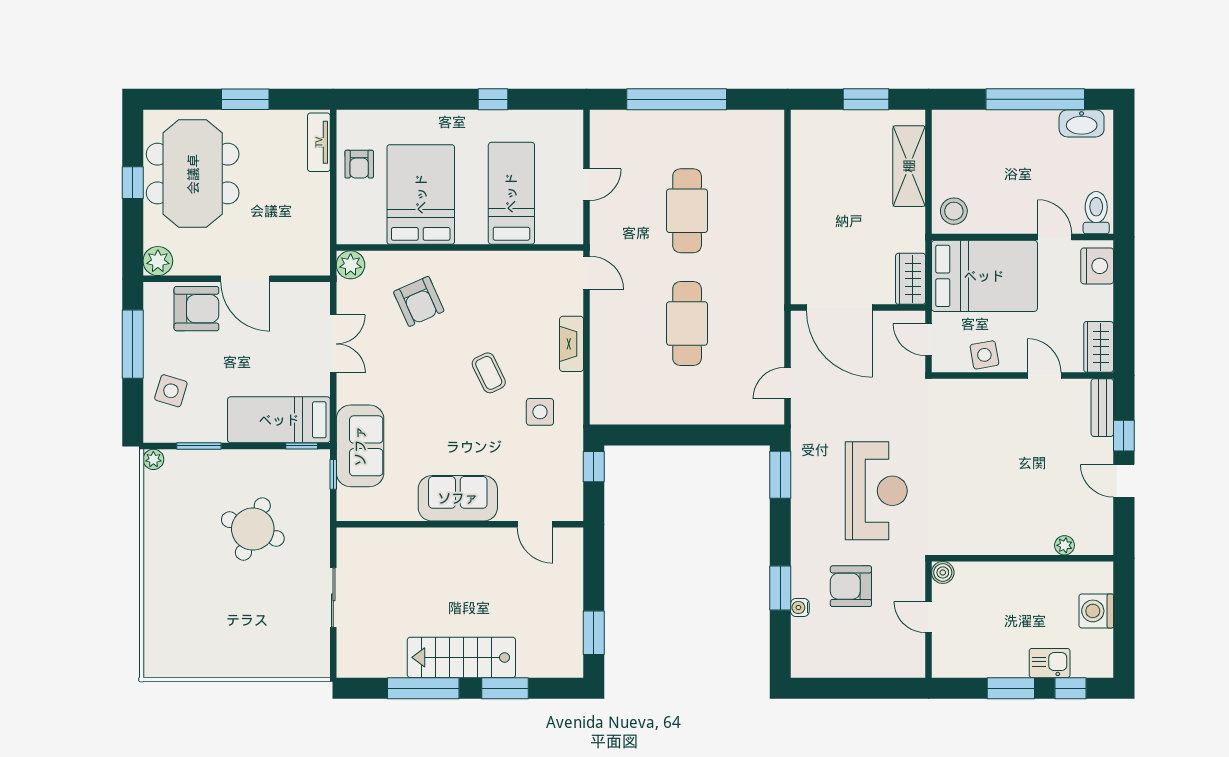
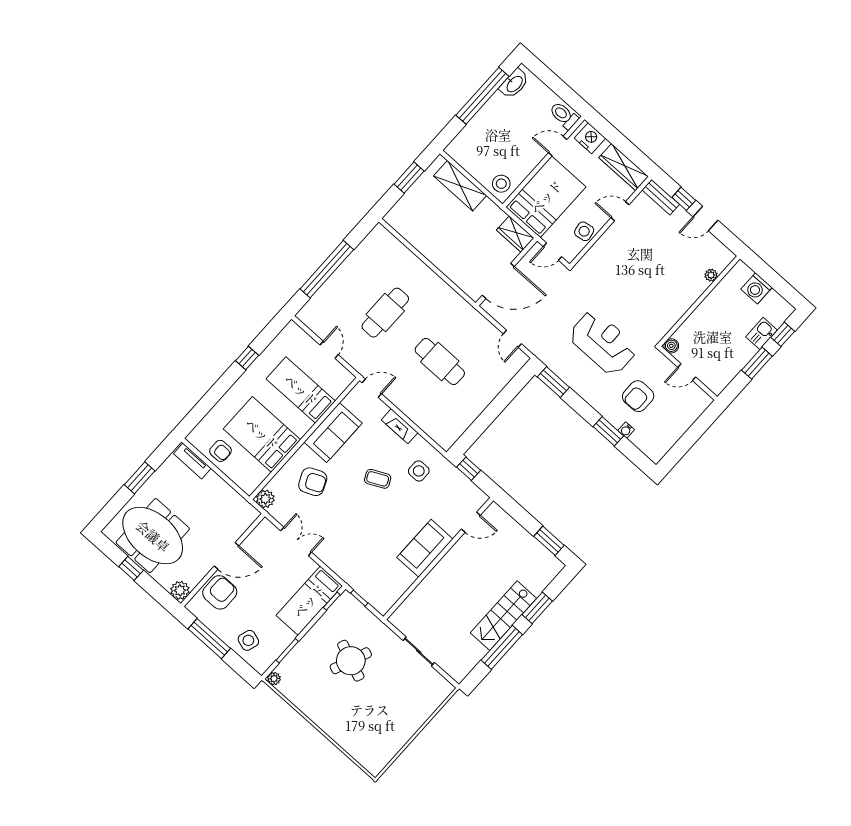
cafe table: (687, 211) -> (385, 313), turned 90
wardrobe: (1099, 347) -> (624, 167), width x1.50
sofa: (360, 446) -> (333, 433), moved, turned 90

